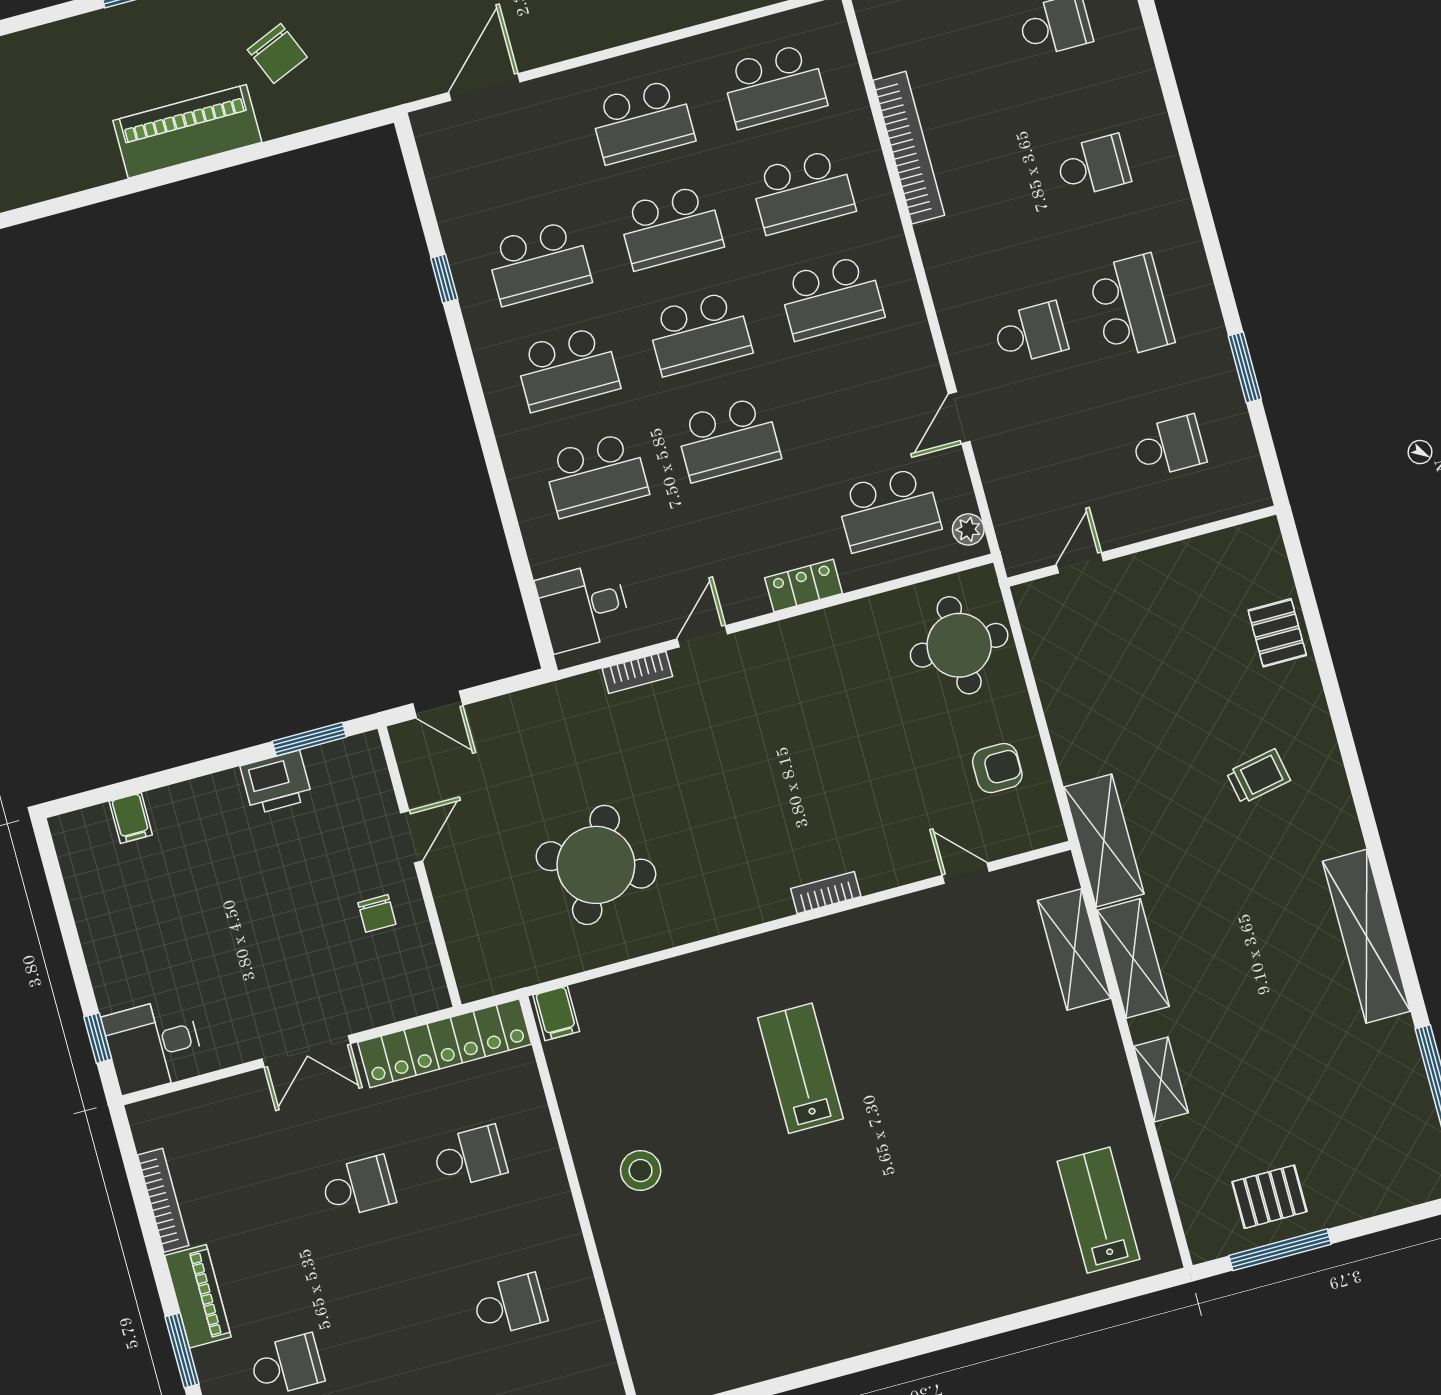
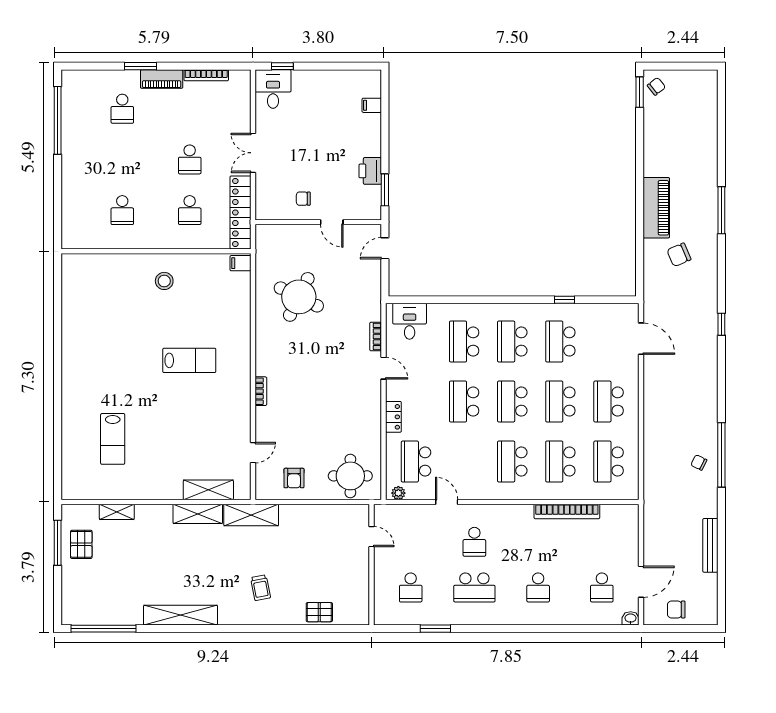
shelving: (1161, 1080) -> (117, 512), moved
lab bench: (1098, 1210) -> (113, 439), moved, turned 90

